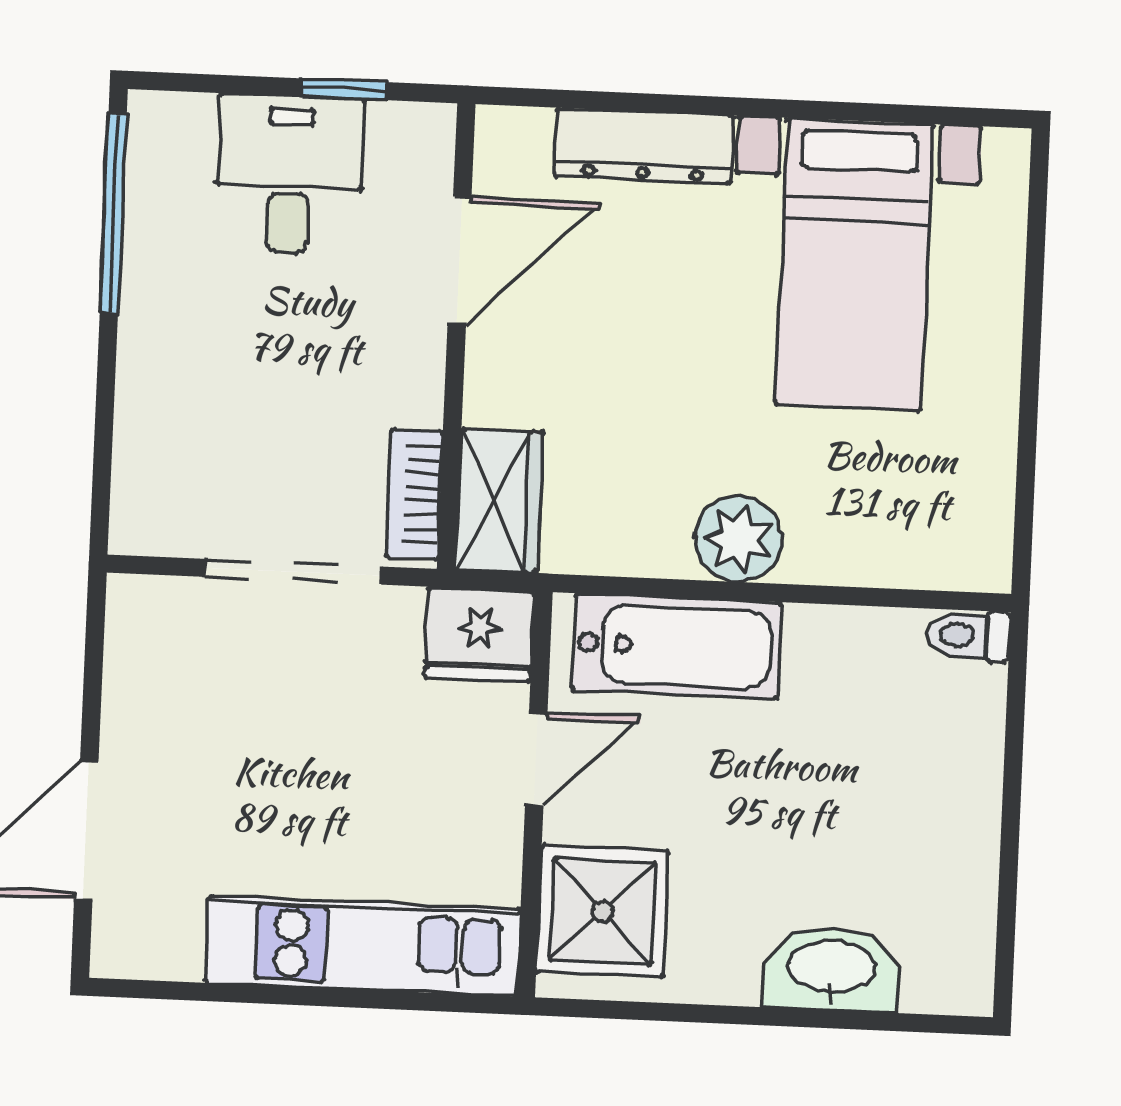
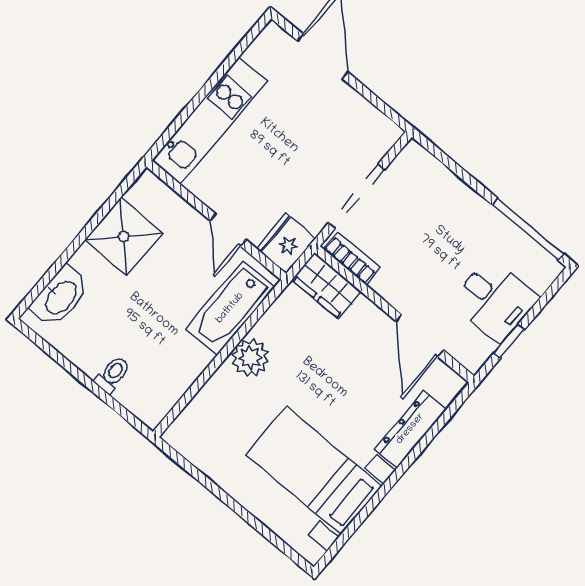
toilet: (968, 636) -> (112, 374), moved
shower: (603, 911) -> (124, 236), moved
washbasin: (831, 969) -> (60, 297), moved

